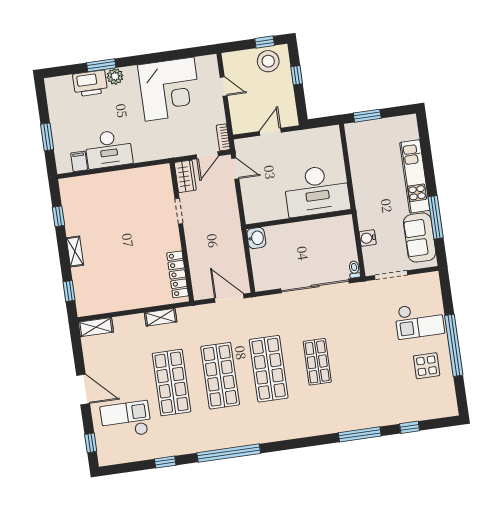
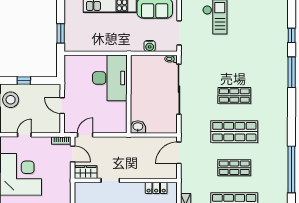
locker: (178, 274) -> (156, 188), width x0.66
display table: (427, 366) -> (249, 16), removed
shop shelf: (220, 376) -> (234, 168), width x0.70, depth x0.74

